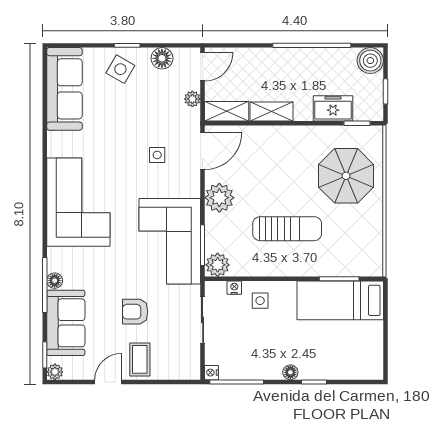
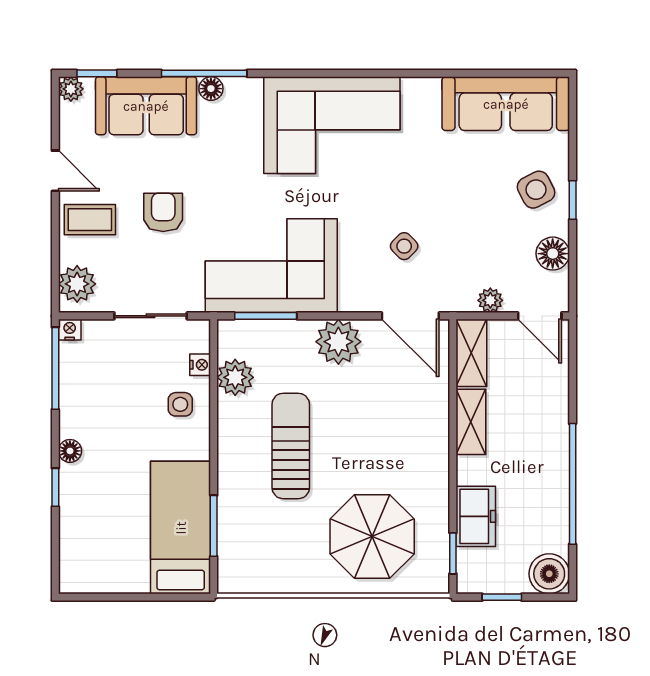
side table: (120, 69) -> (536, 190), turned 33
side table: (157, 155) -> (404, 246), turned 45
sun lounger: (287, 229) -> (291, 446), turned 180
plant: (218, 265) -> (235, 377), moved
plant: (182, 368) -> (77, 284), added

